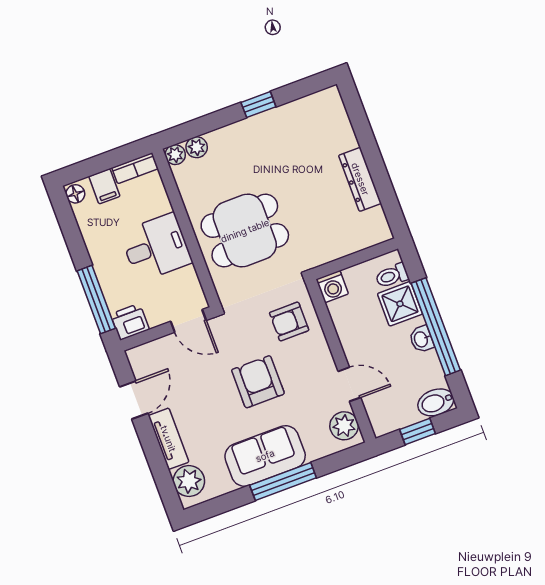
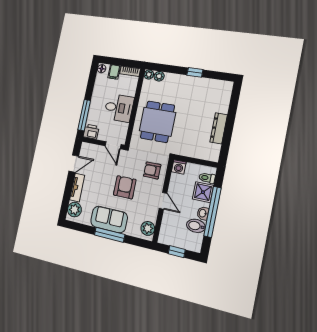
dining table: (245, 231) -> (157, 122), turned 90
door: (349, 384) -> (163, 201), moved
bidet: (436, 402) -> (196, 226), moved

